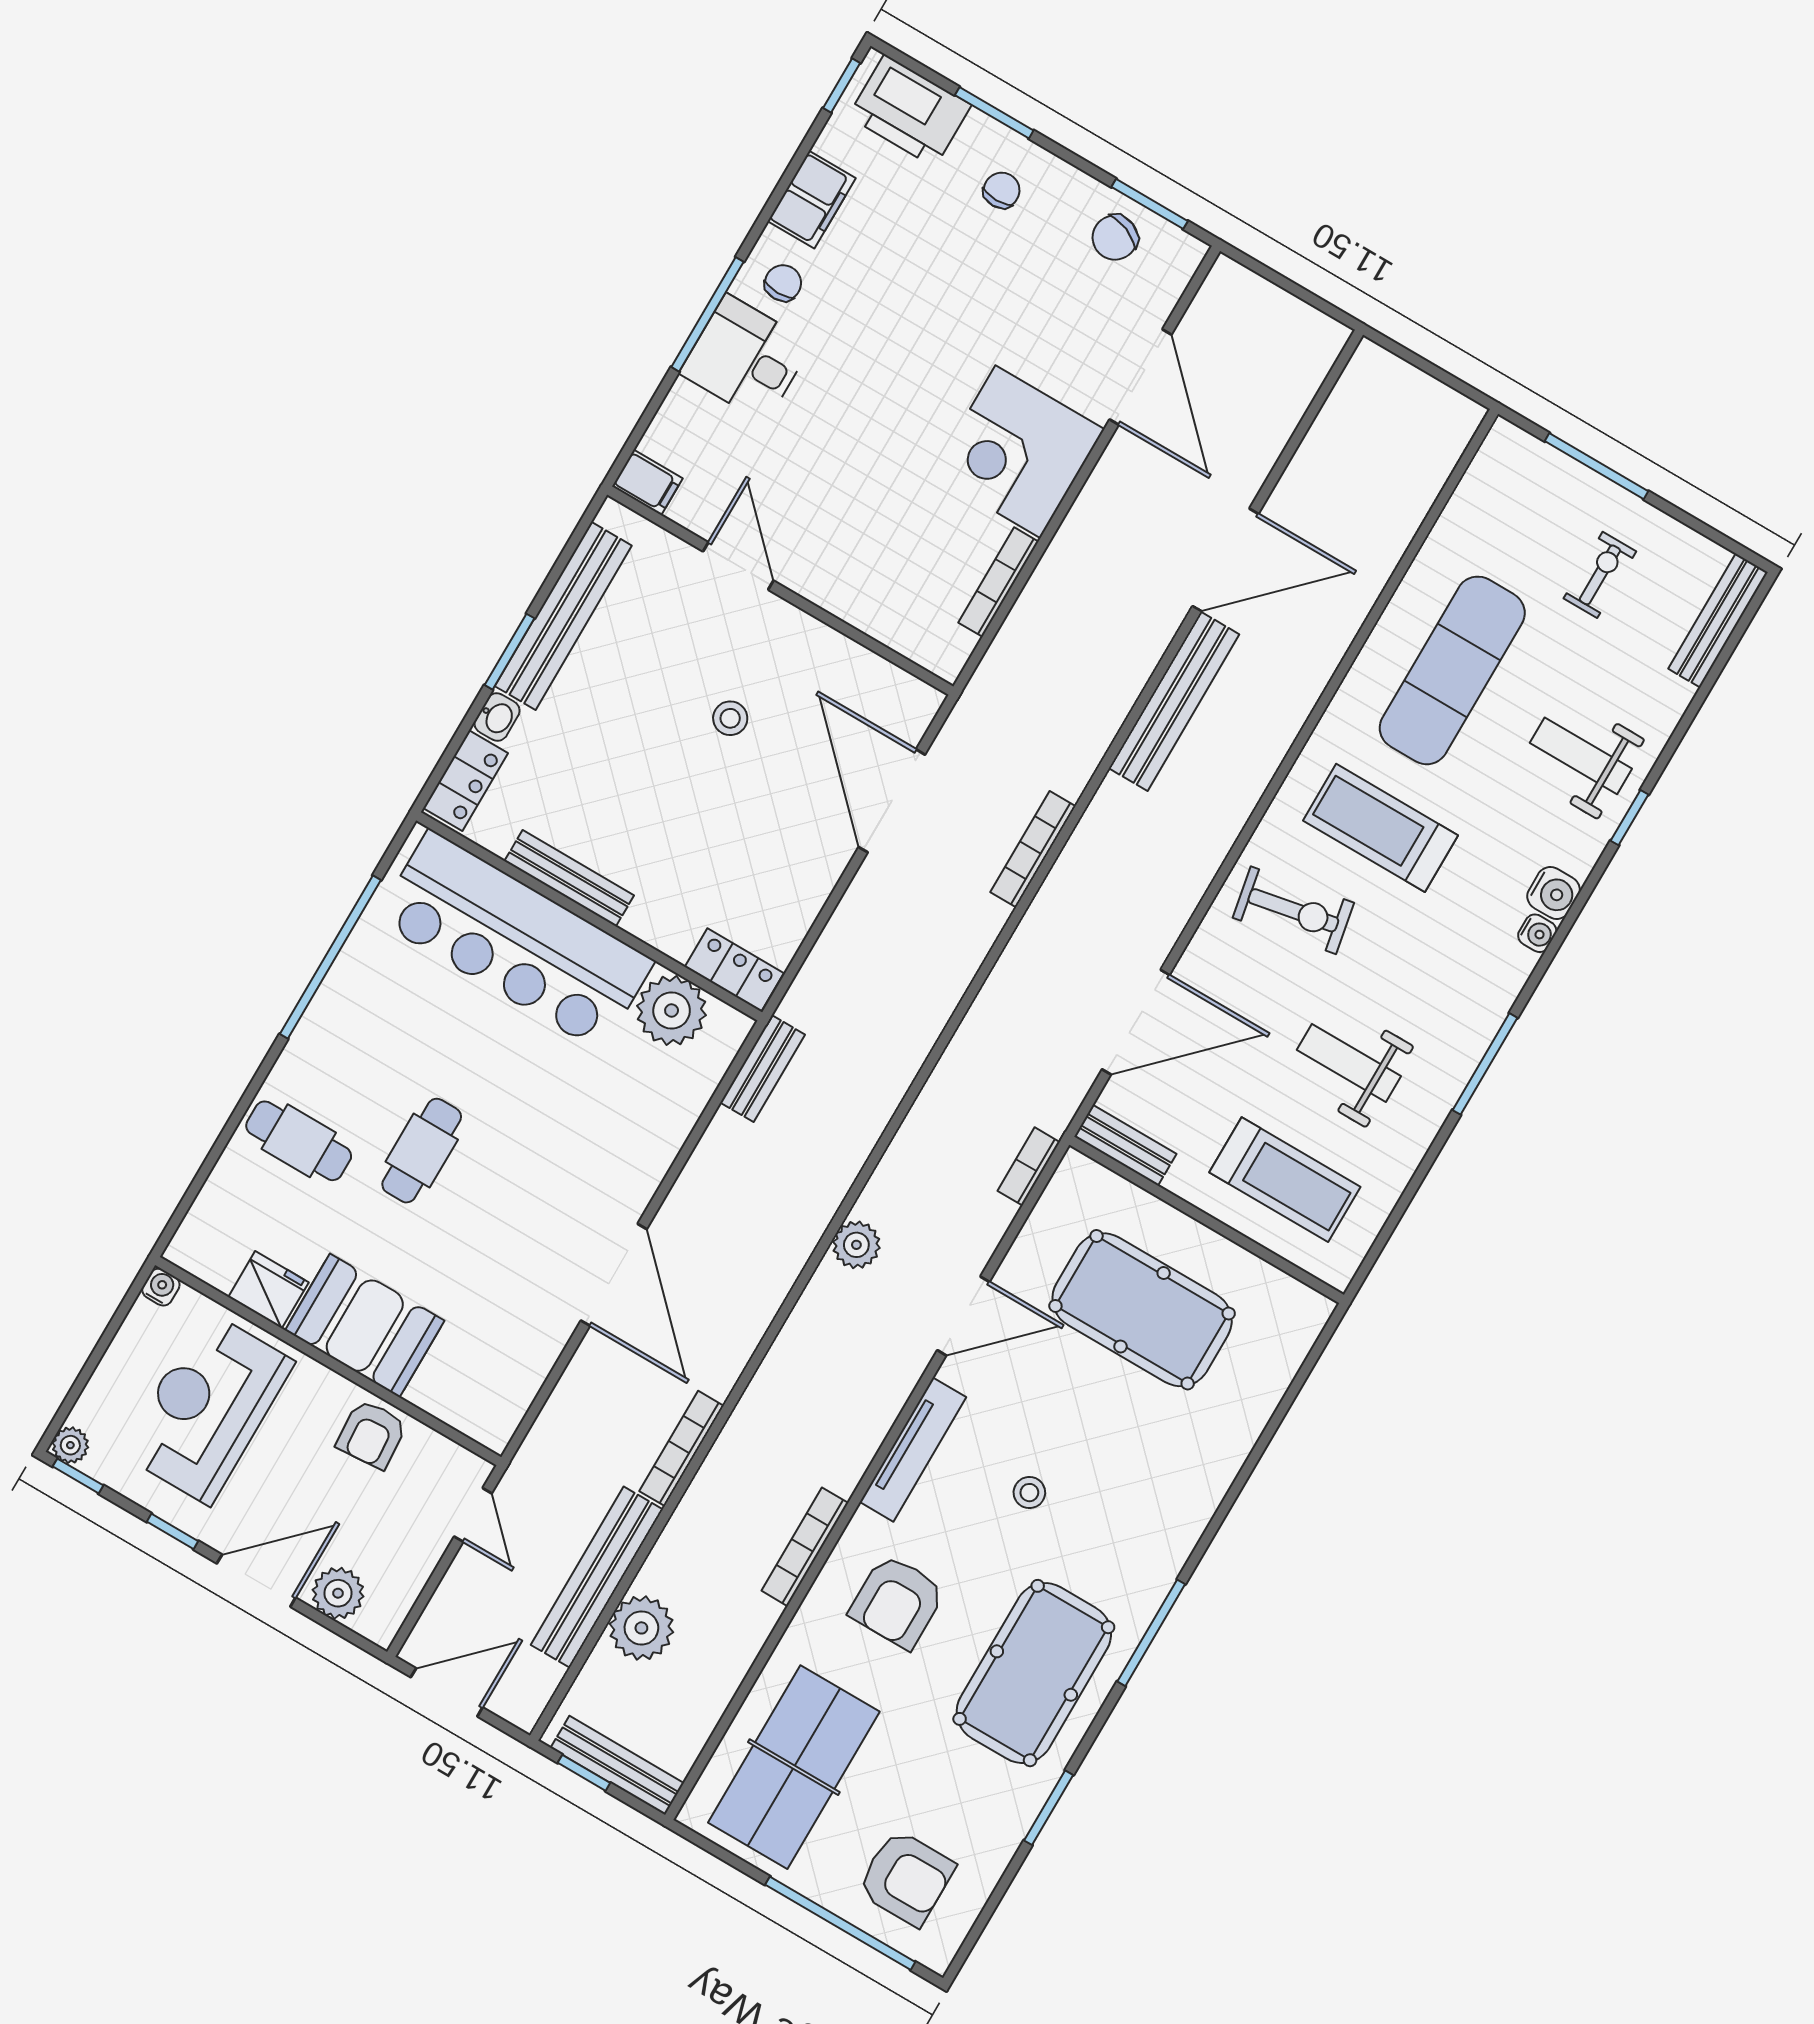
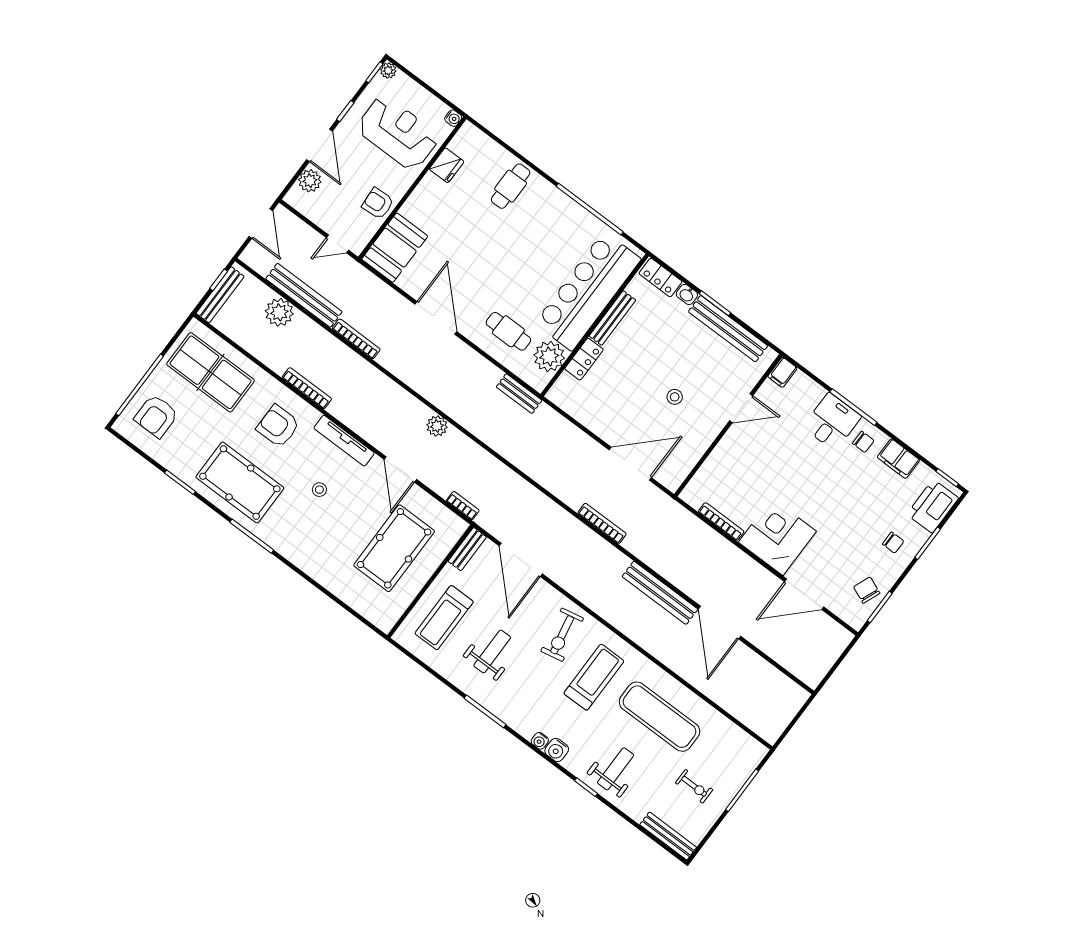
locker: (734, 970) -> (584, 359), moved
cafe table: (422, 1151) -> (508, 331), moved
door: (614, 1275) -> (436, 318), swing flipped
booth: (365, 1326) -> (395, 248), moved

